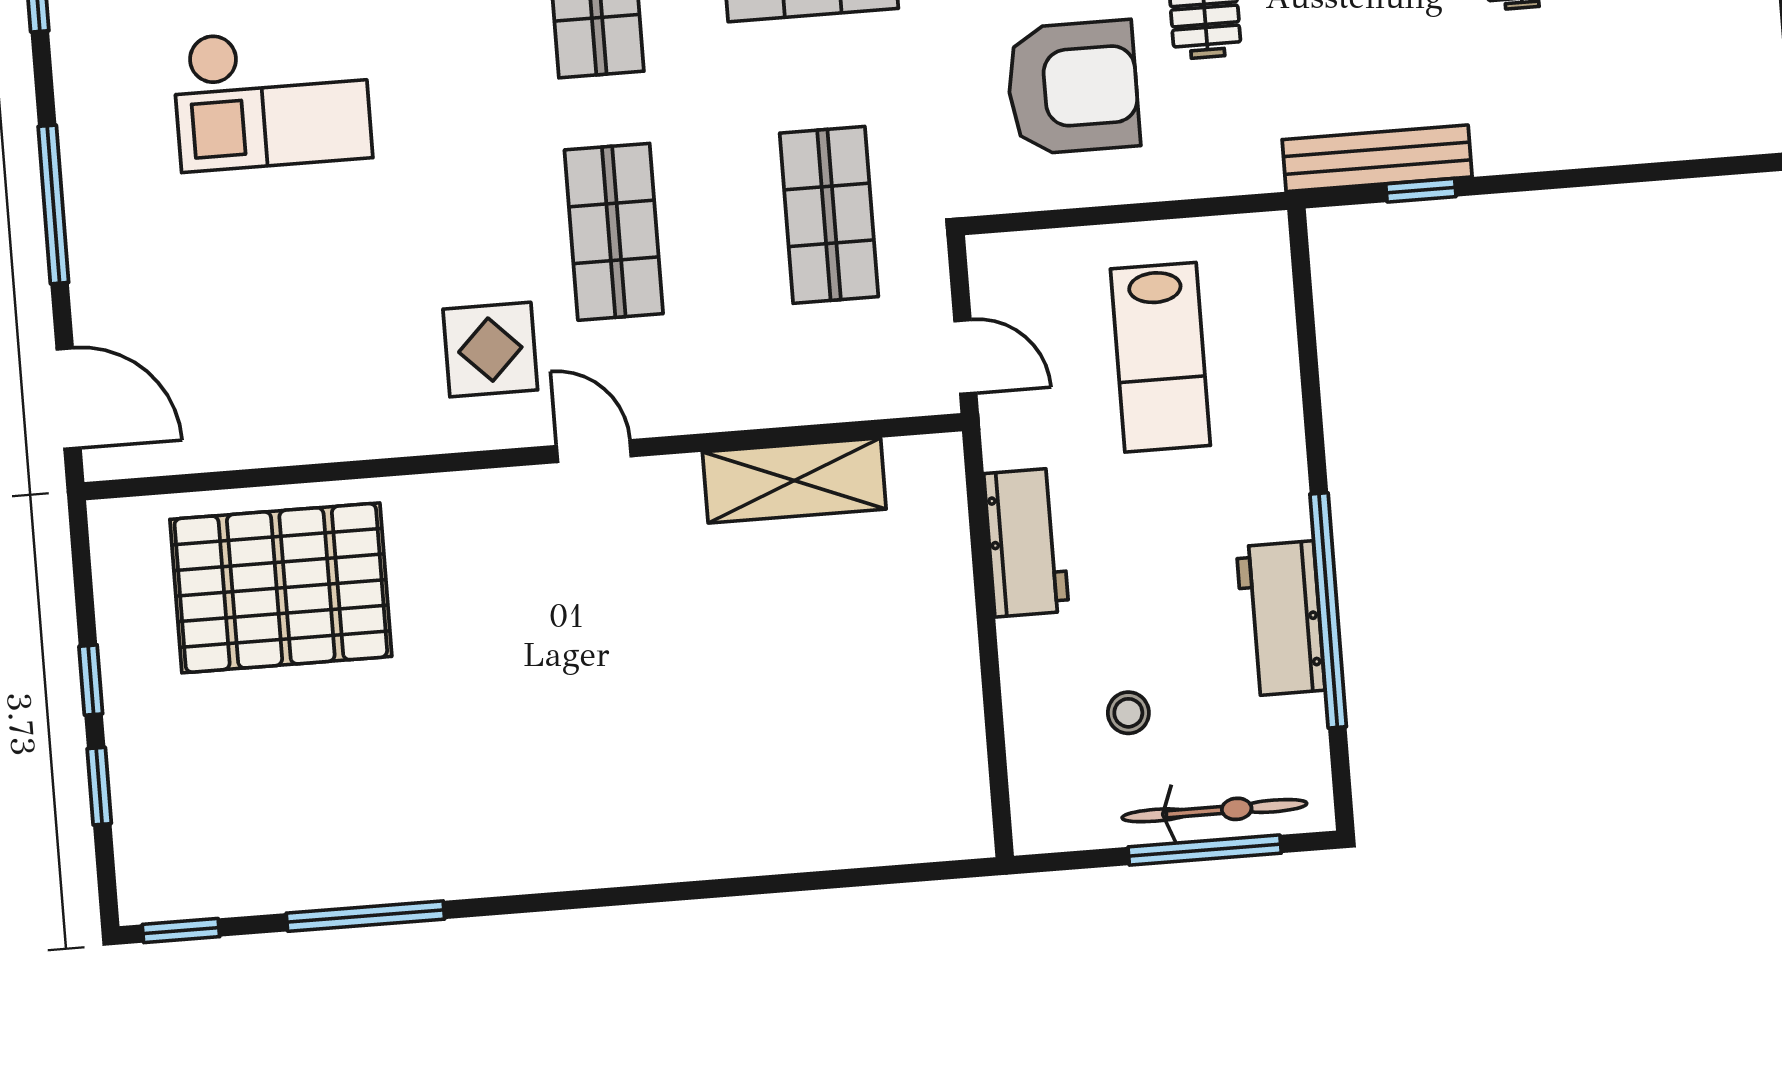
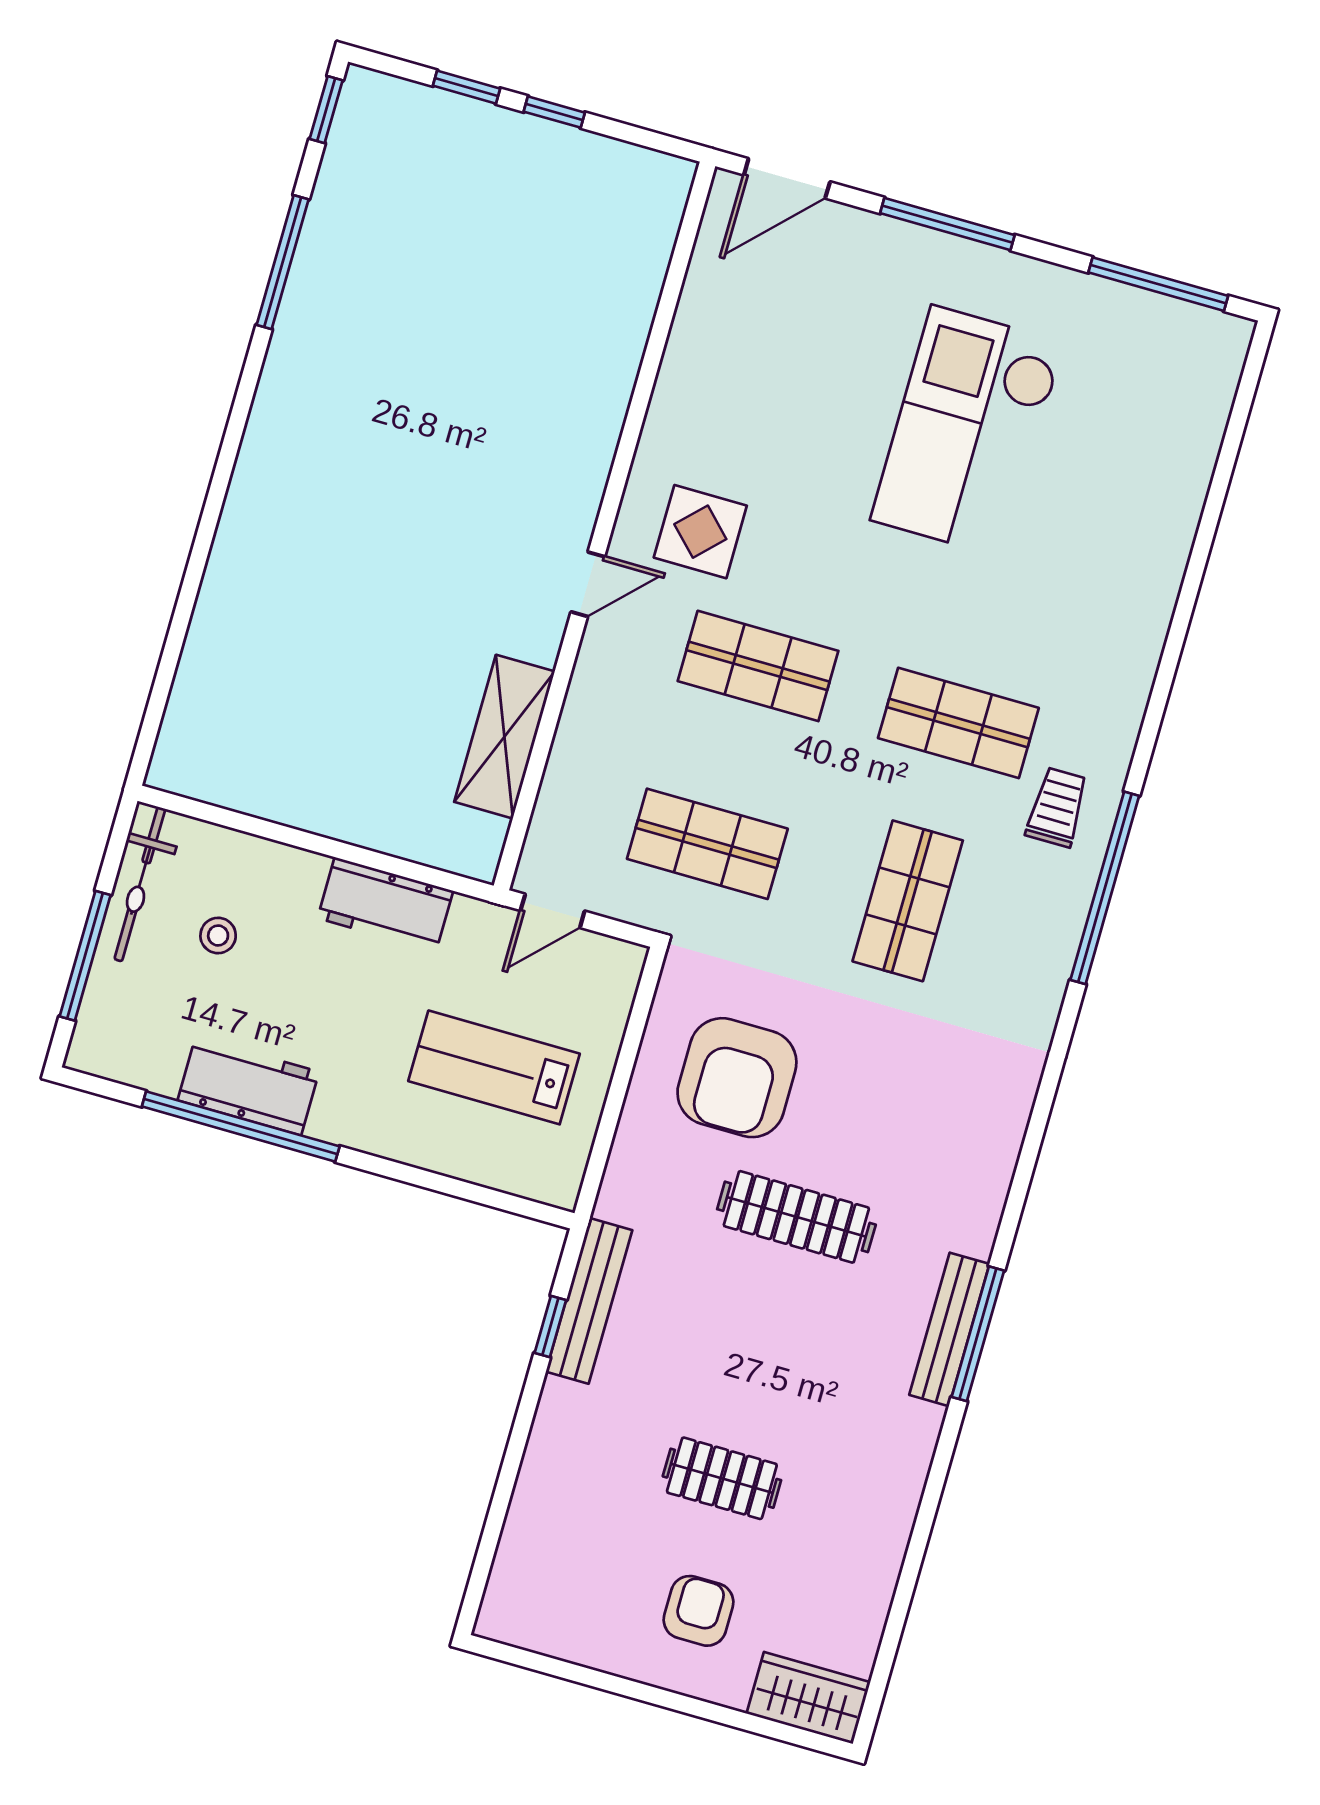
checkout: (272, 98) -> (968, 431), width x1.36, depth x1.21
pallet: (281, 588) -> (572, 292), removed
bicycle: (1214, 811) -> (140, 884), moved

